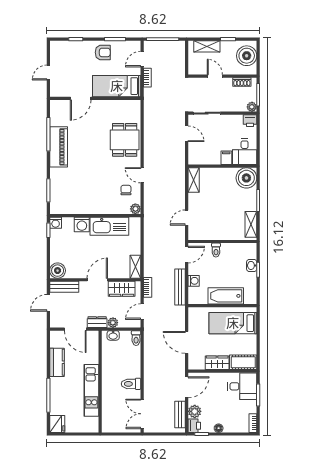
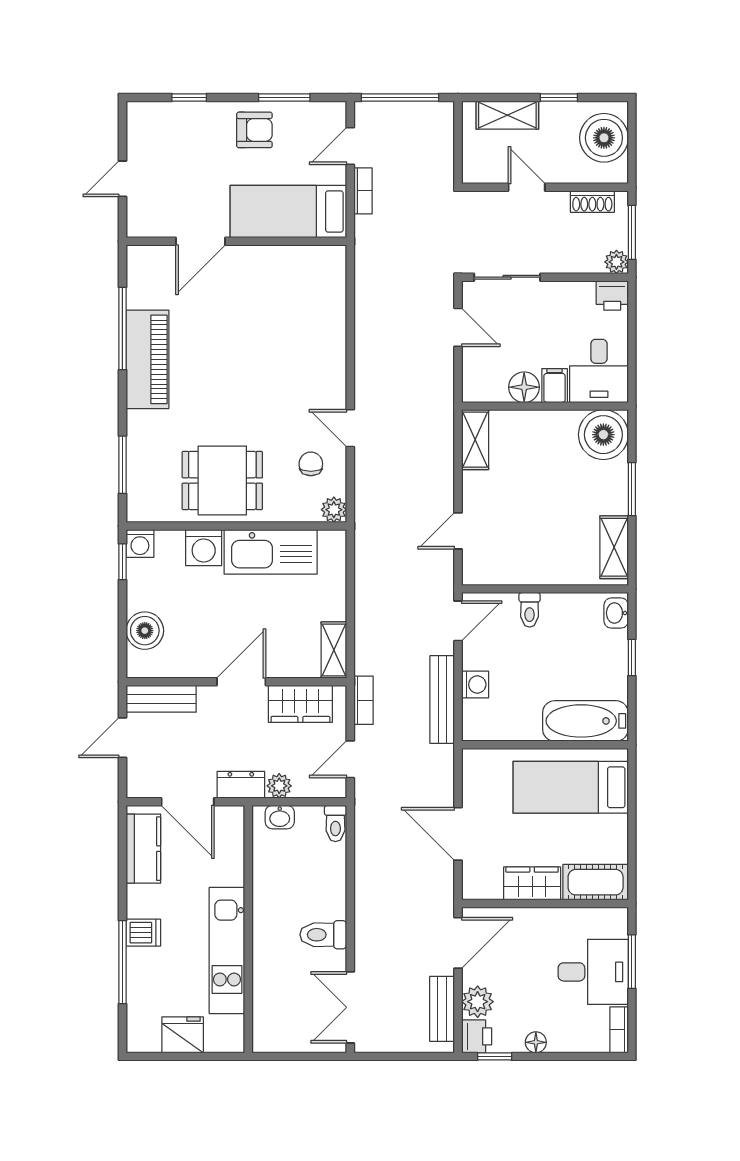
dining table: (125, 140) -> (222, 480), moved, turned 90
floor lamp: (214, 158) -> (524, 387), added
washbasin: (252, 265) -> (616, 613), moved
boiler: (58, 271) -> (145, 631), moved
bathtub: (226, 296) -> (585, 721), moved
kitchen counter: (57, 362) -> (143, 849), moved
dishwasher: (57, 383) -> (143, 933), added
desk: (242, 386) -> (593, 972), moved
fridge: (57, 424) -> (183, 1035), moved, turned -90

